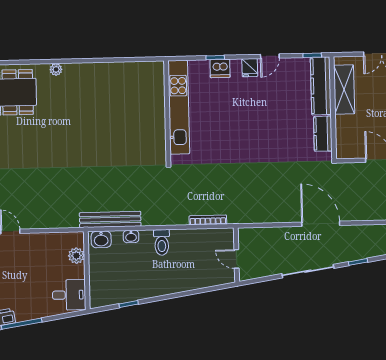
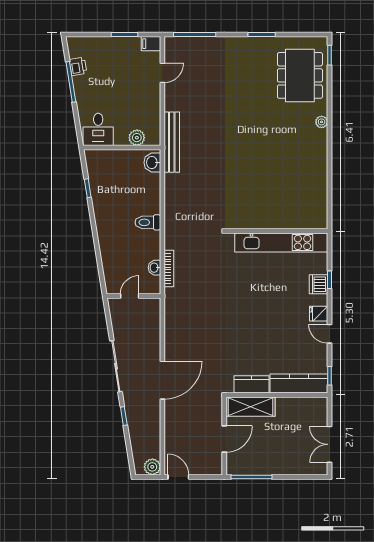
shelving: (344, 90) -> (250, 407), moved
bench: (110, 219) -> (172, 142), moved
washbasin: (131, 237) -> (154, 268), moved

